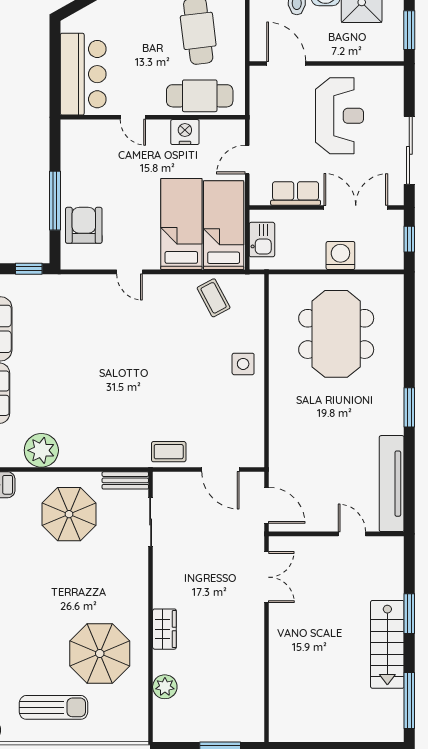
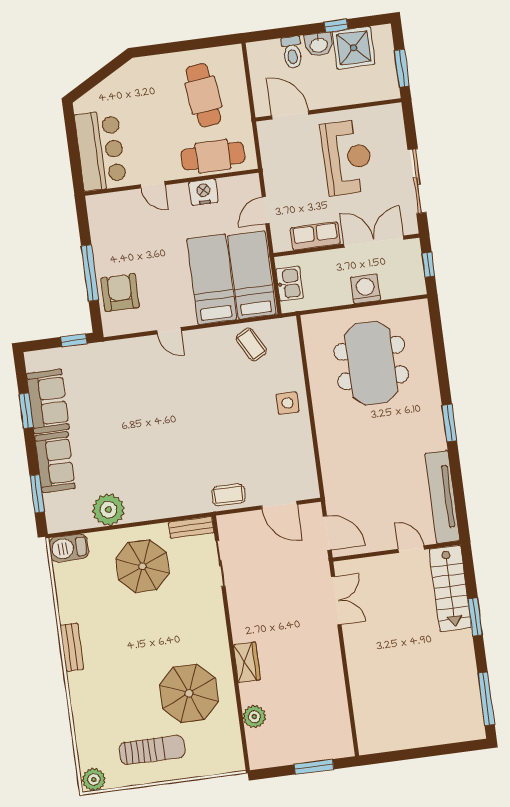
stairs: (387, 644) -> (450, 588), moved

